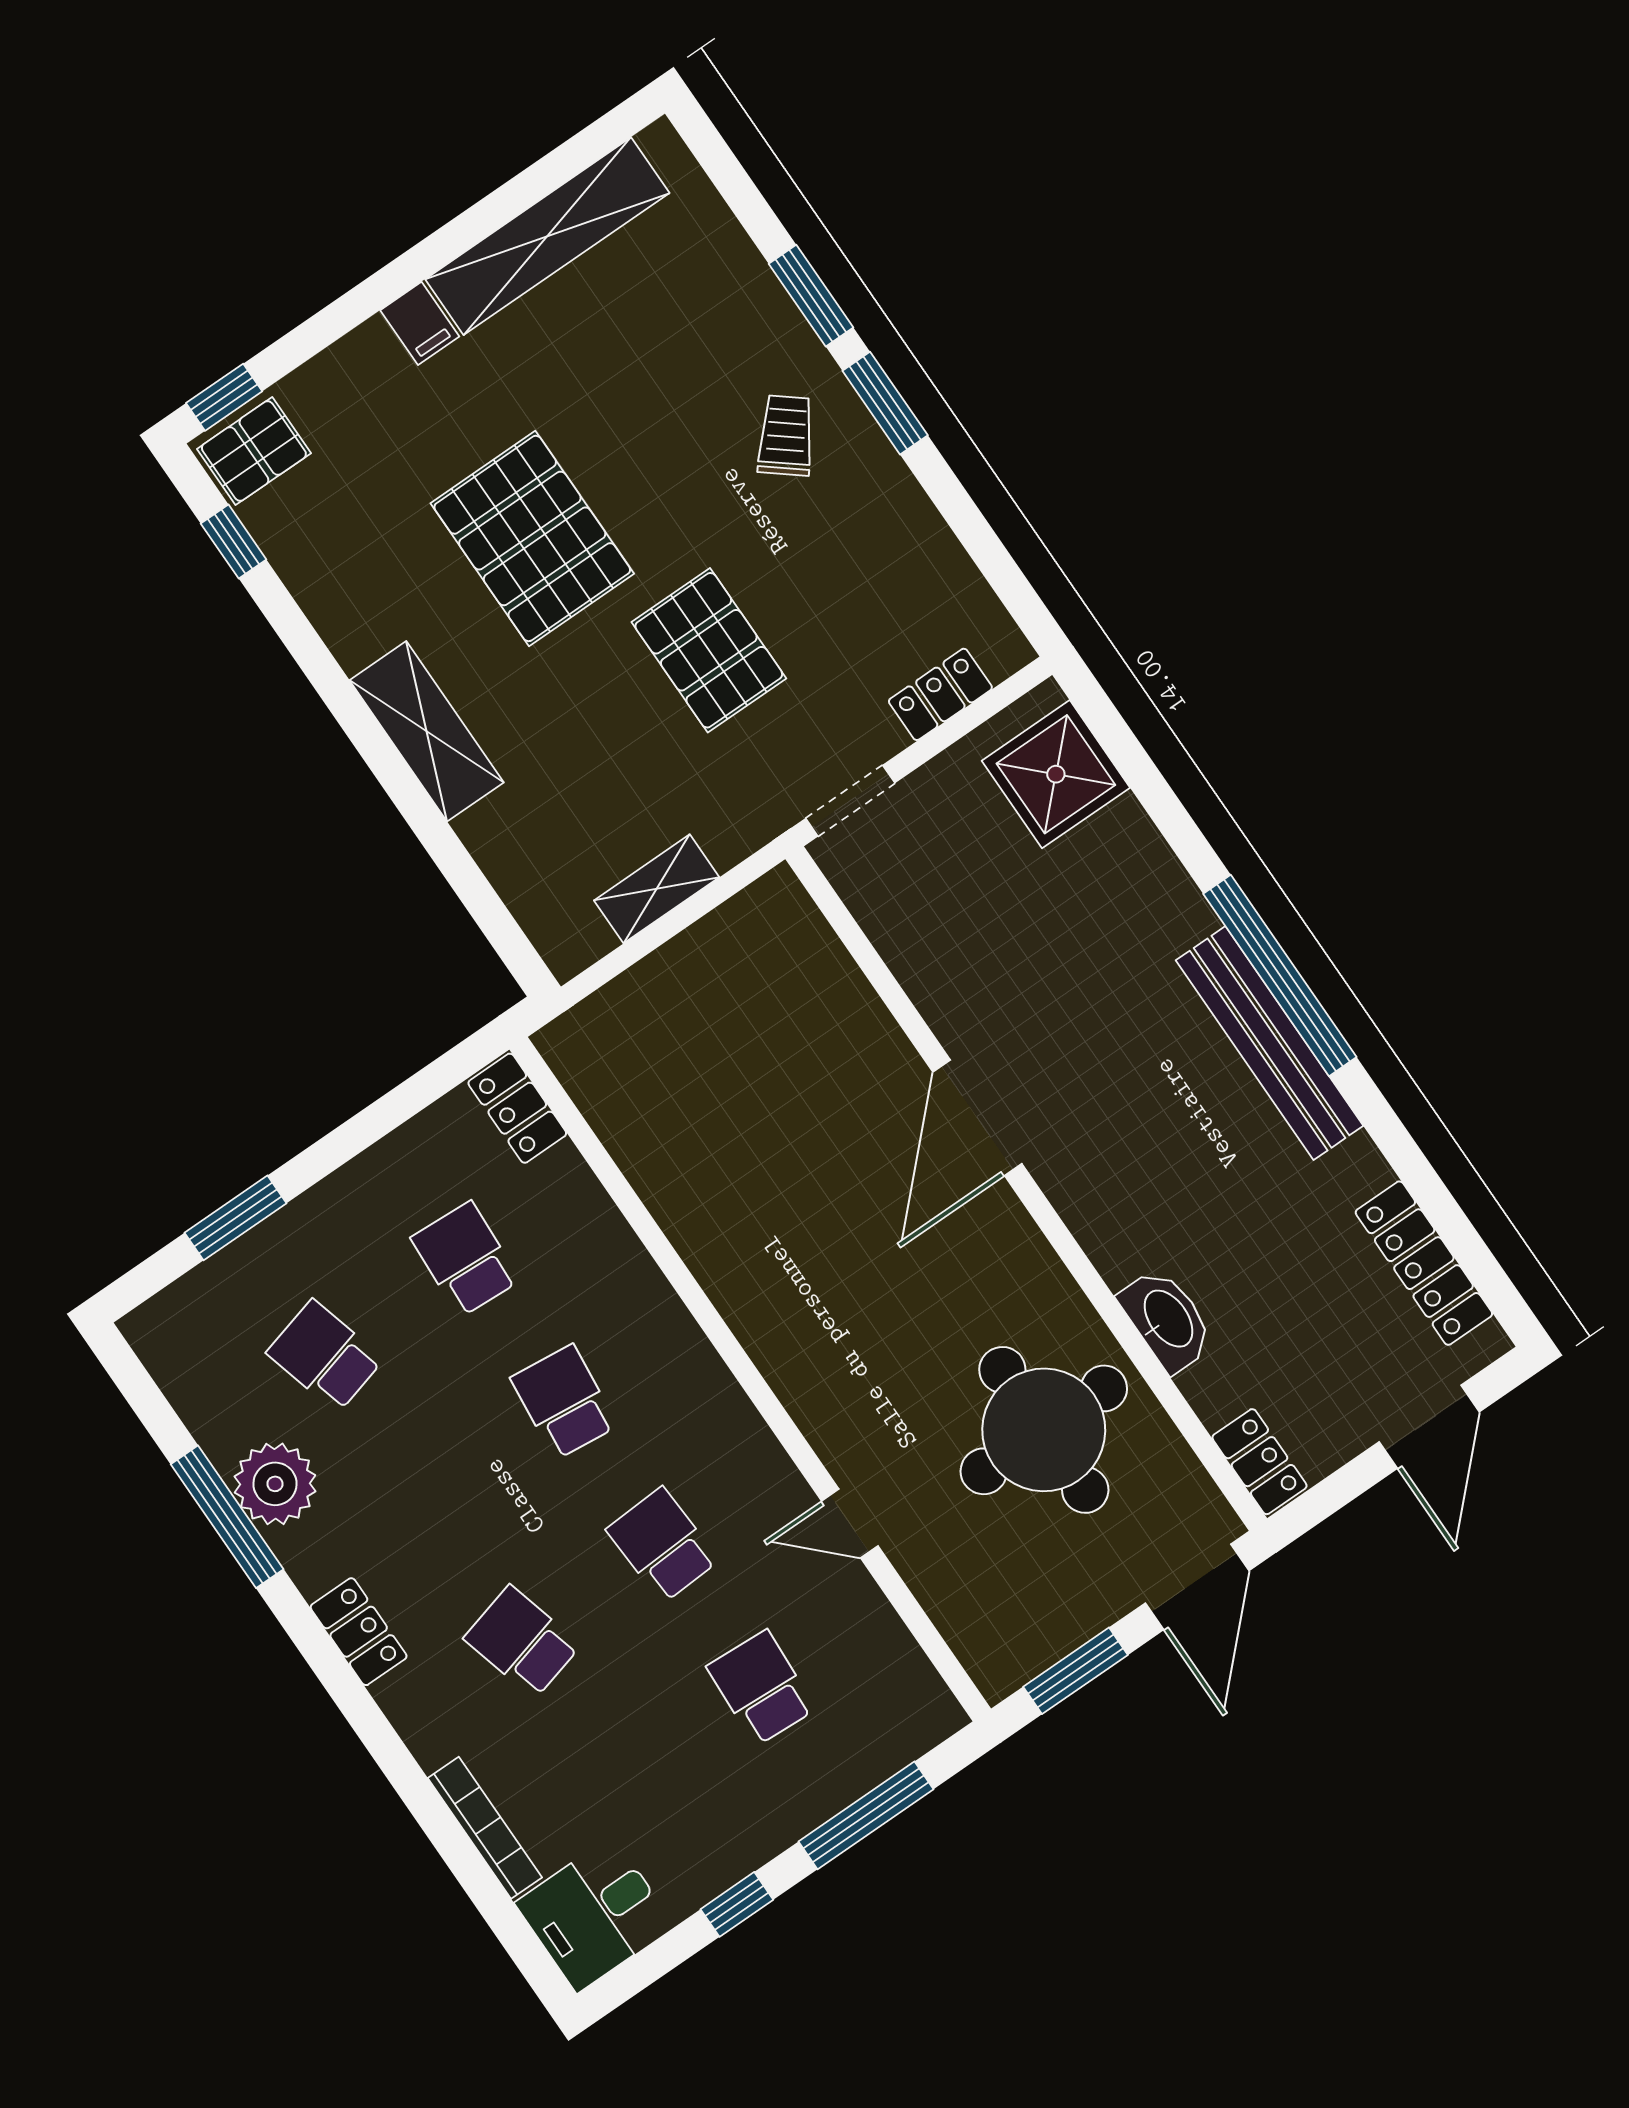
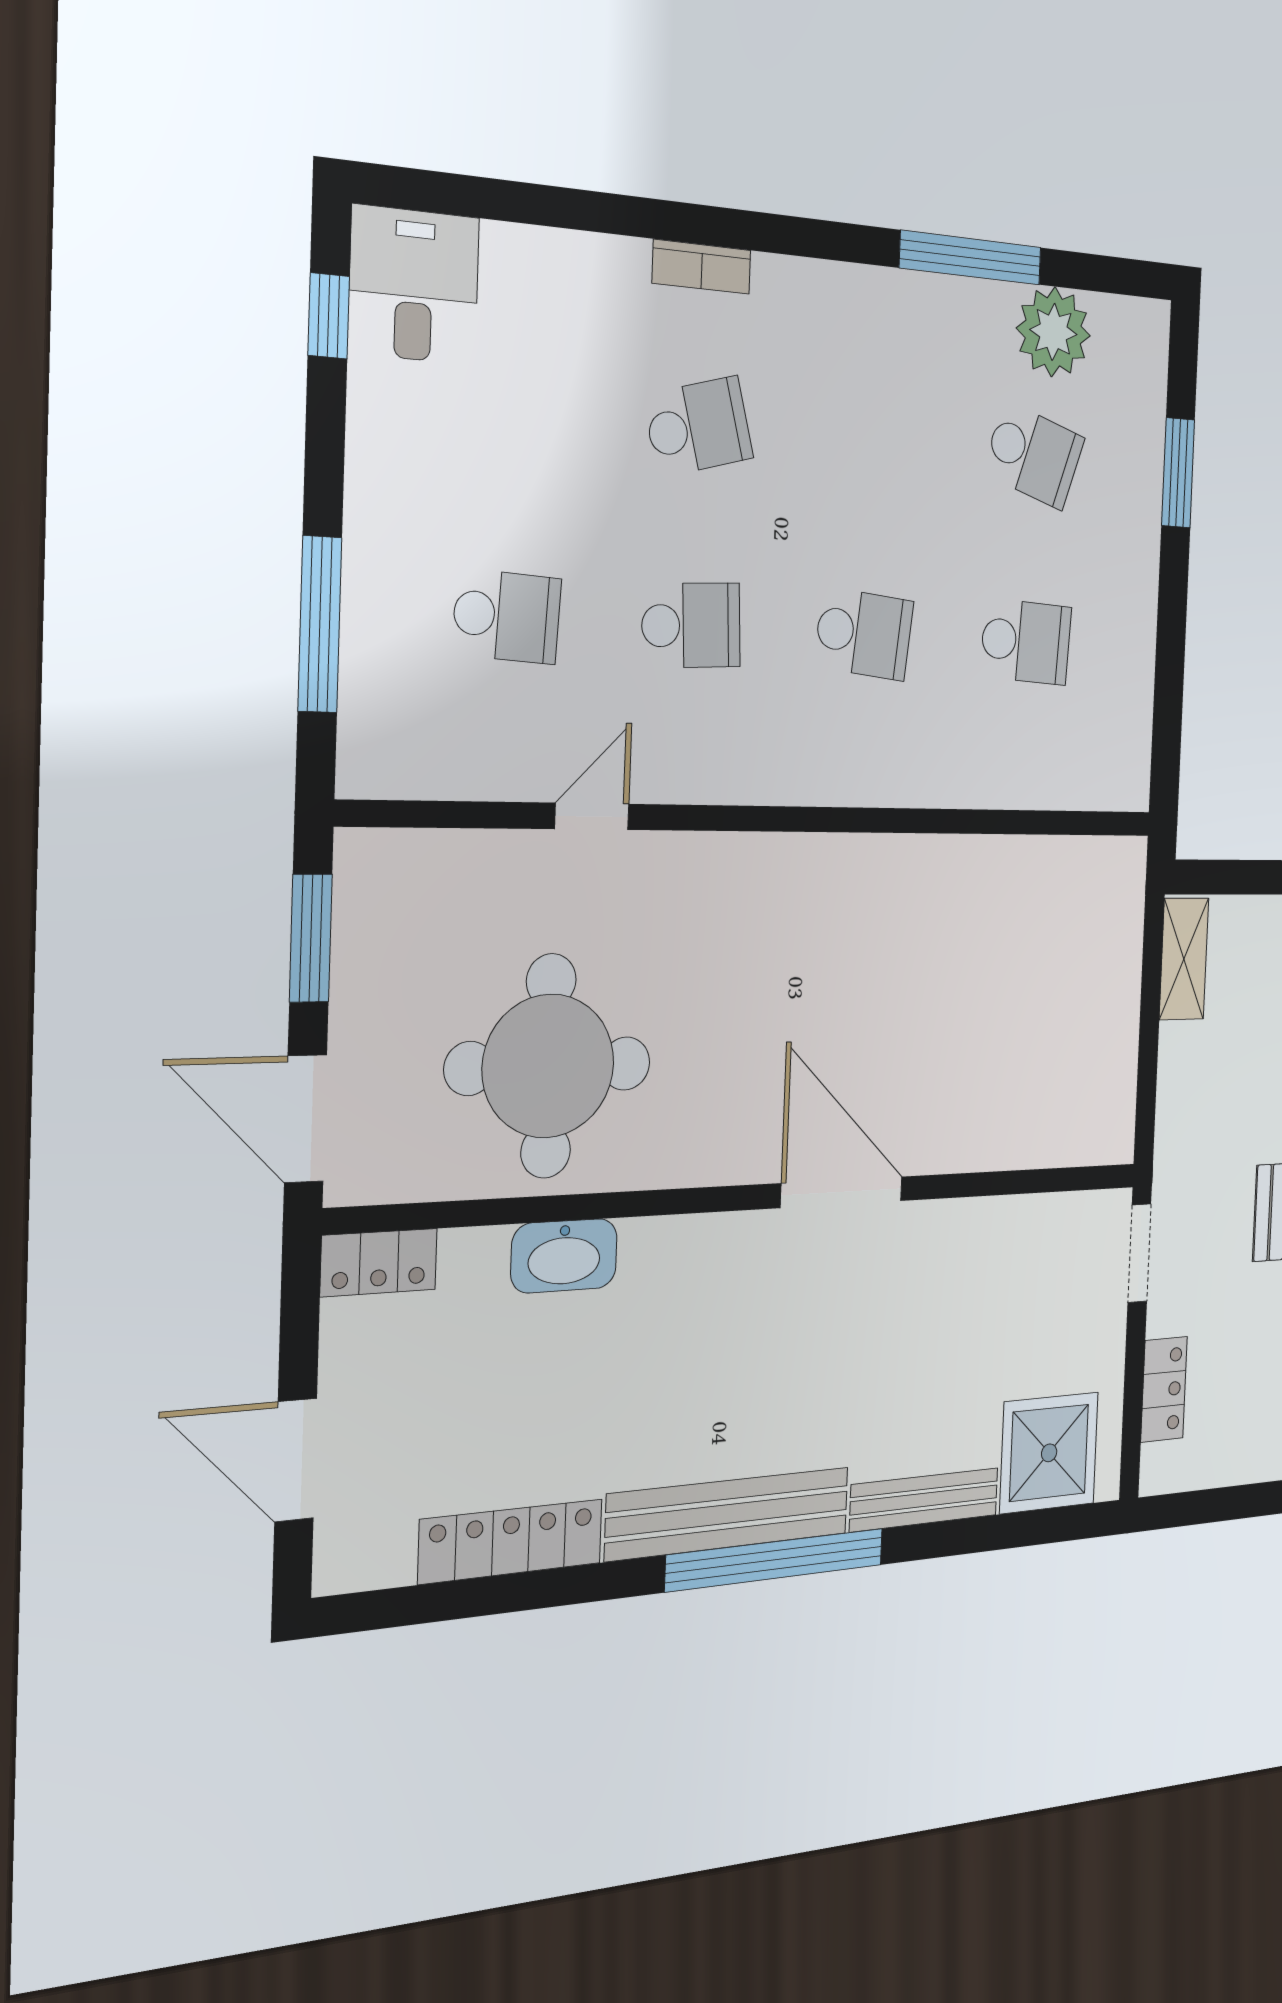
bench: (1159, 869) -> (924, 1500), added
shelving: (657, 889) -> (1184, 959), moved
locker: (517, 1108) -> (1104, 783), removed
locker: (1424, 1263) -> (511, 1541), moved
school desk: (325, 1356) -> (1034, 455), turned 33
plant: (275, 1484) -> (1053, 332), moved
locker: (359, 1632) -> (806, 287), removed
bookcase: (485, 1828) -> (702, 267), moved, width x0.64
window: (737, 1904) -> (329, 316), moved

